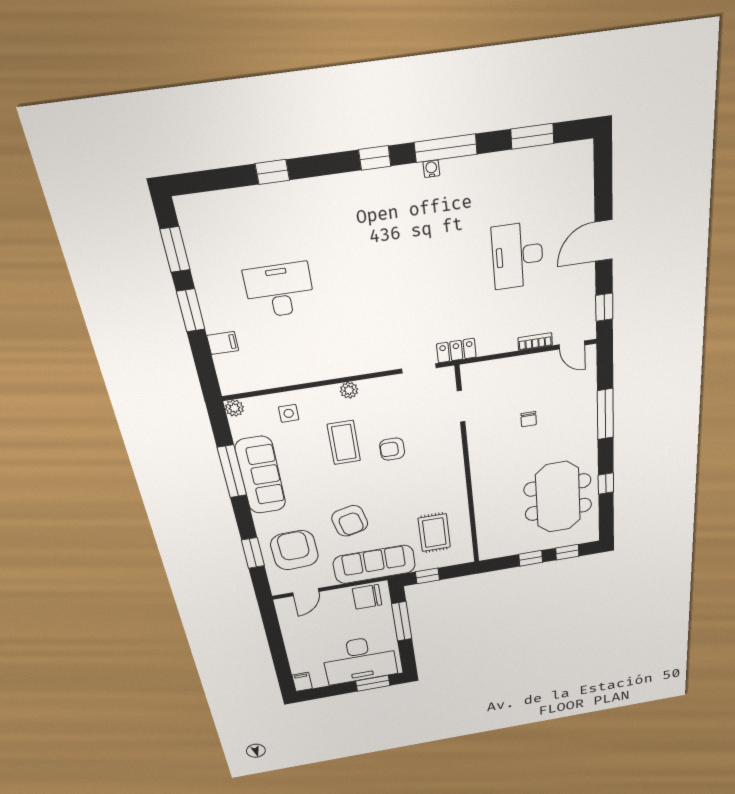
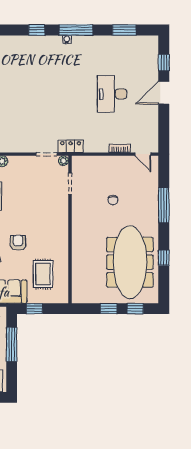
window: (604, 307) -> (164, 63), moved
plant: (447, 374) -> (63, 161), added
armchair: (392, 449) -> (18, 243), moved, turned 90
meeting table: (558, 497) -> (130, 262), width x1.36

